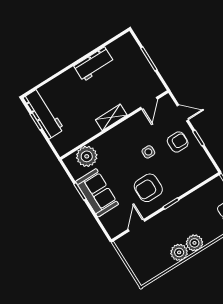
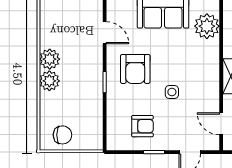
armchair: (178, 142) -> (143, 126), moved, turned -90
armchair: (148, 188) -> (135, 69), turned 180

